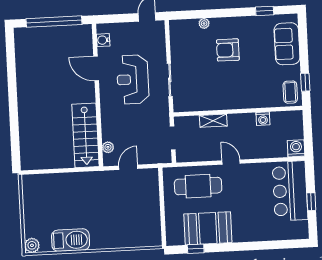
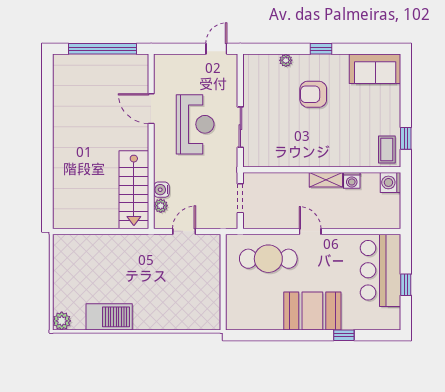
window: (265, 11) -> (321, 49), moved
water cooler: (103, 40) -> (161, 190), moved
sofa: (287, 44) -> (375, 69), moved, turned -90
reception desk: (133, 79) -> (195, 124), turned 180
shelving: (213, 121) -> (326, 180), moved
washing machine: (296, 148) -> (390, 182), moved, turned -90
booth: (208, 228) -> (312, 311), moved
window: (196, 249) -> (344, 335), moved

